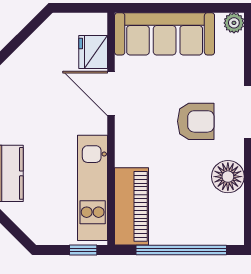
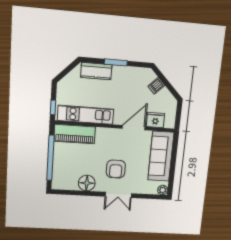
dishwasher: (27, 57) -> (156, 86), added

